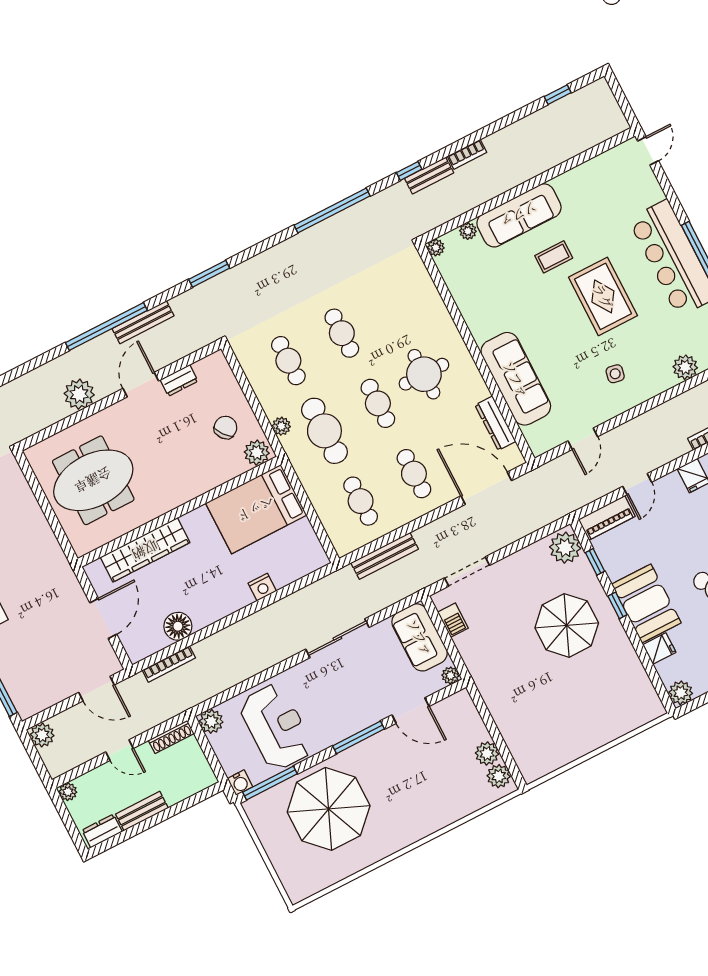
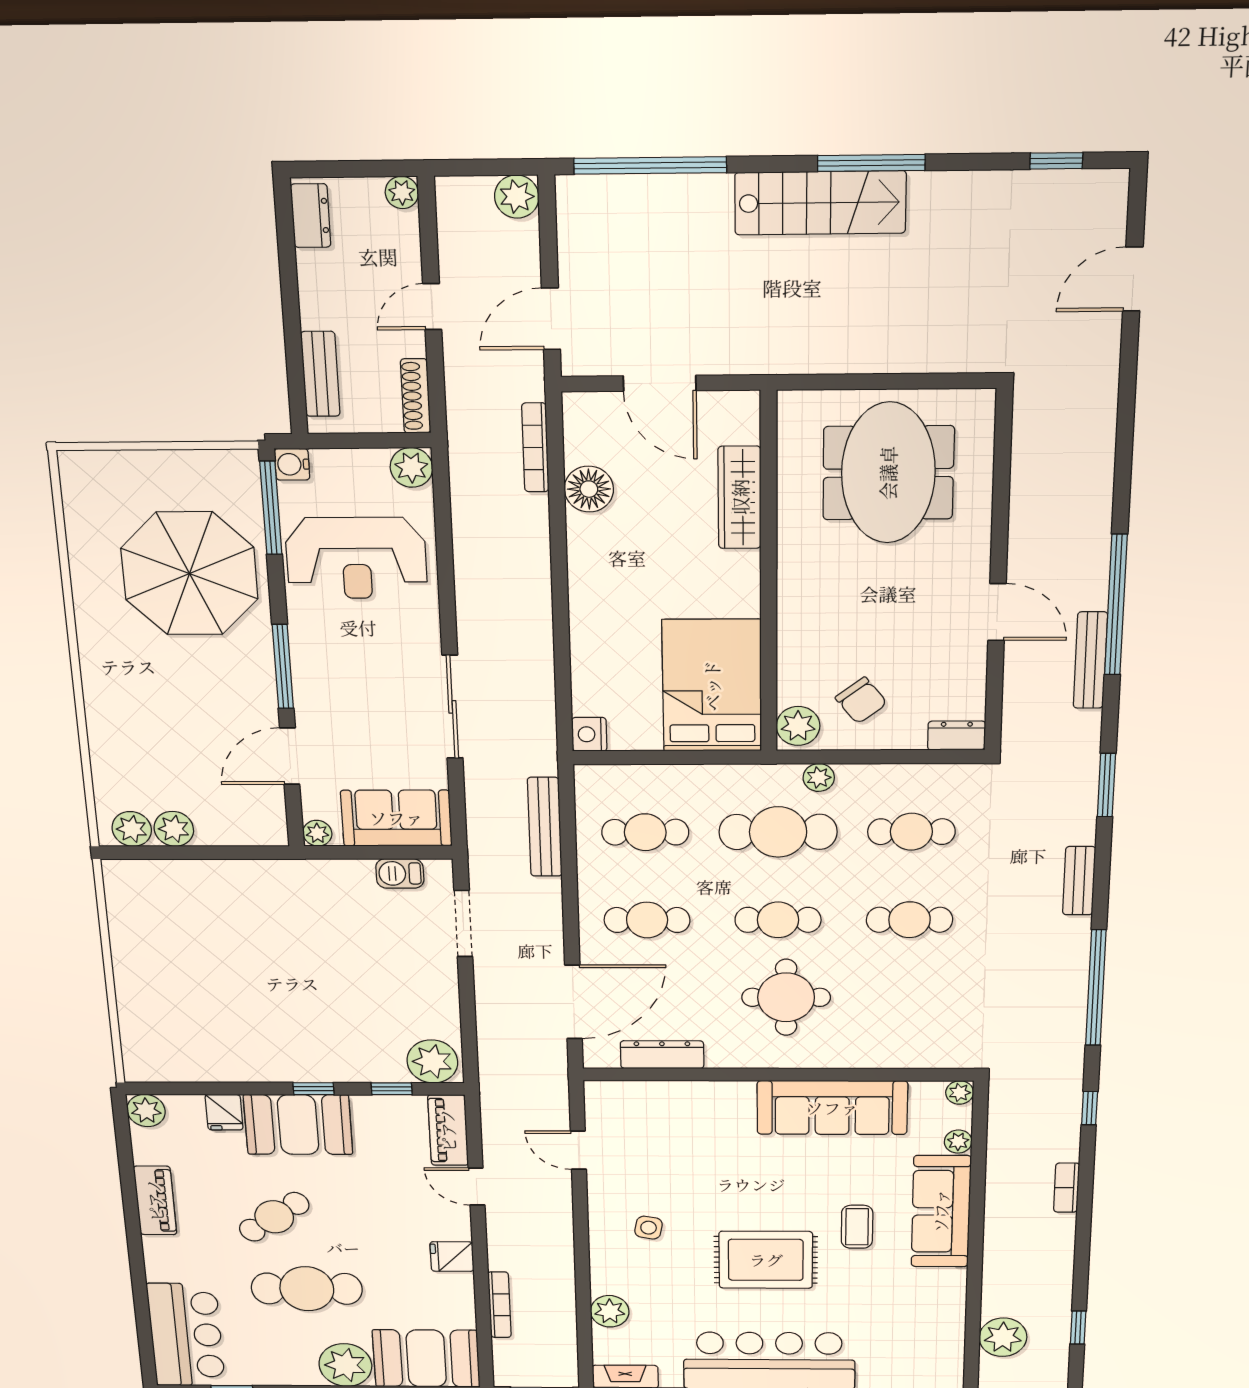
bench: (429, 176) -> (1079, 881), moved
sofa: (516, 379) -> (832, 1108), moved
dresser: (179, 380) -> (957, 736), moved, turned 90
plant: (79, 394) -> (1003, 1337), moved
wardrobe: (145, 550) -> (740, 497), width x0.71, depth x0.85
nightstand: (262, 587) -> (589, 734), moved
parasol: (567, 625) -> (317, 1014), removed
bench: (142, 811) -> (320, 374), moved

